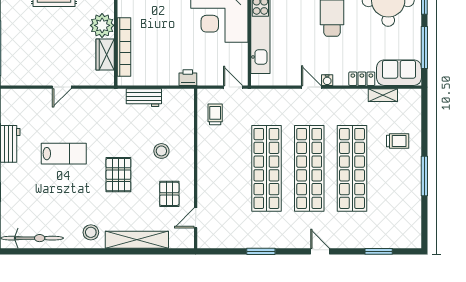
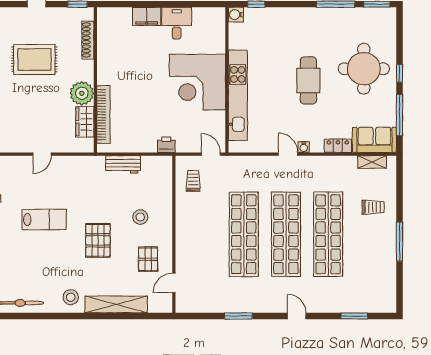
shelving: (383, 95) -> (372, 162), moved

